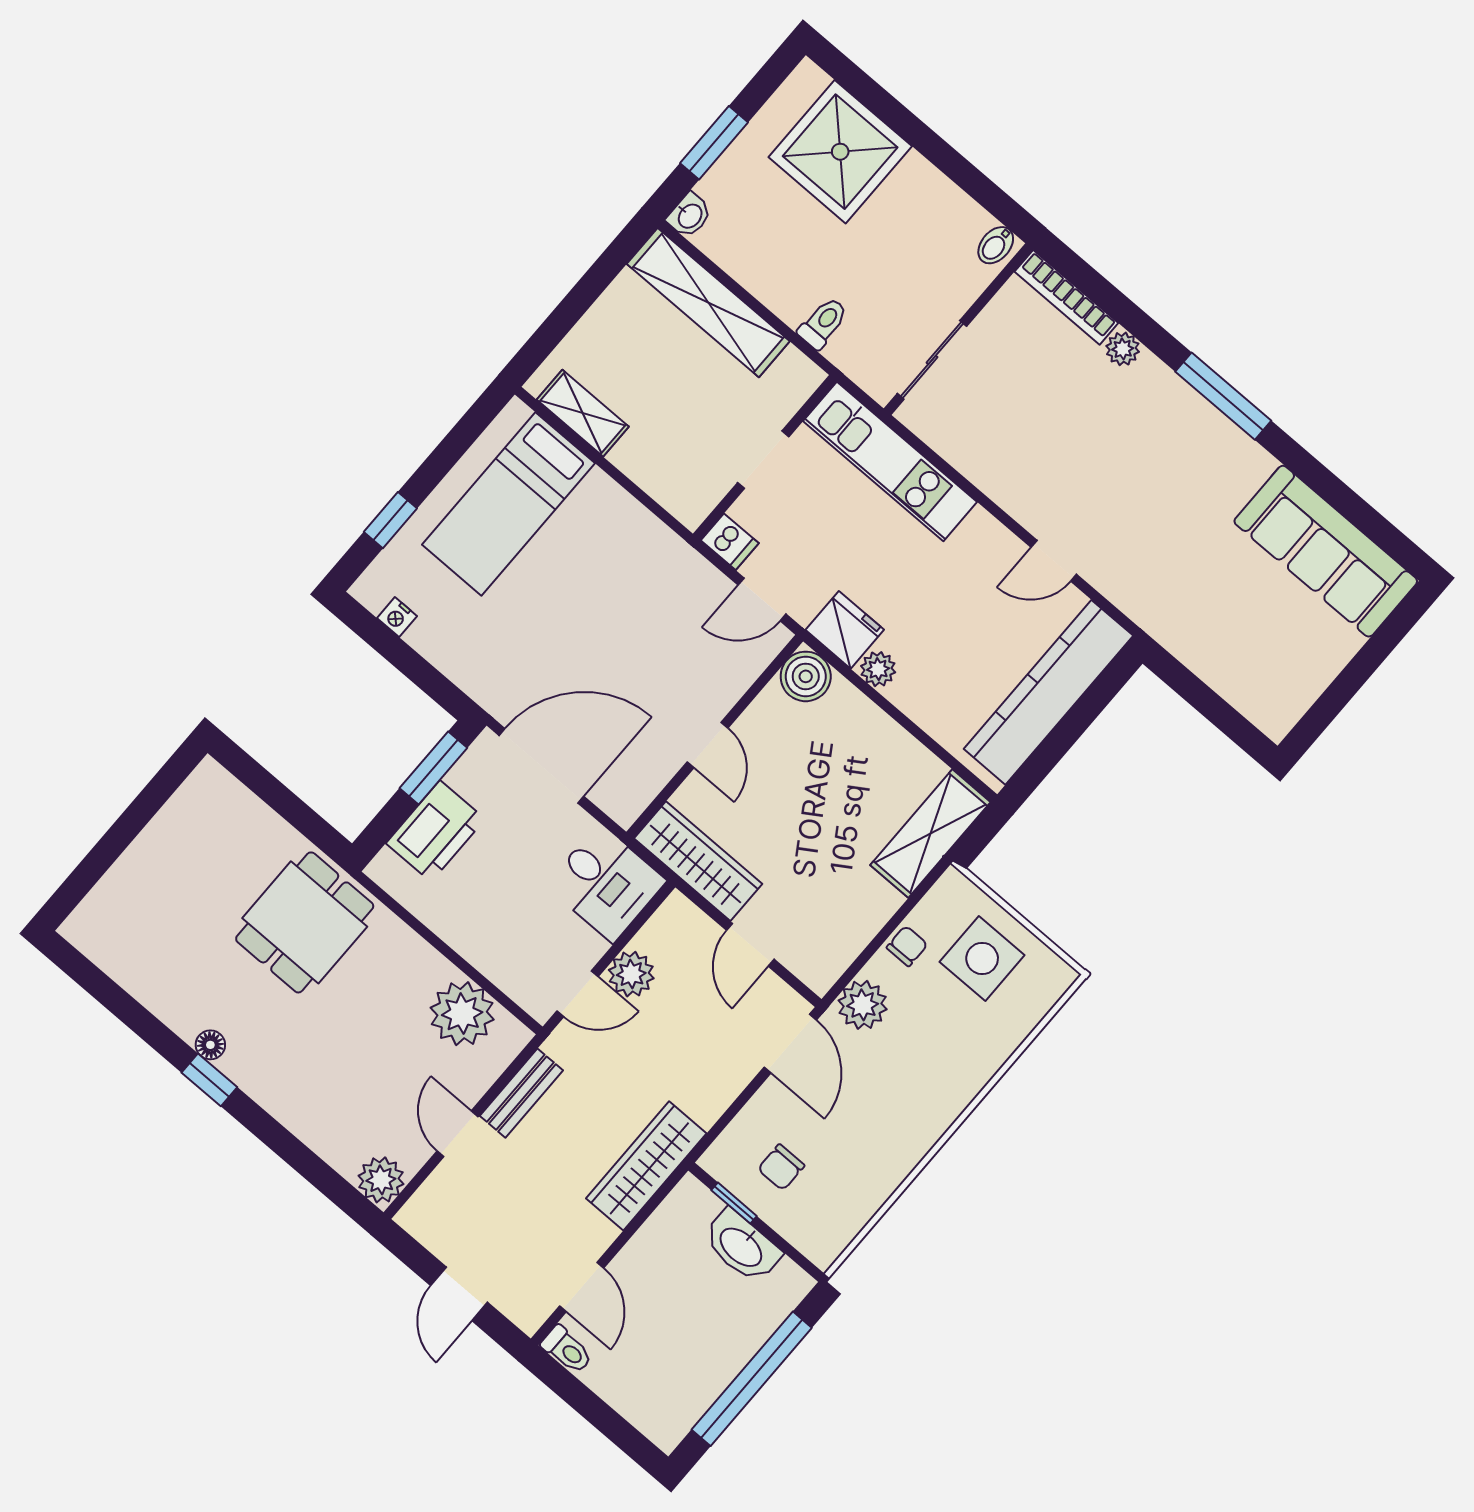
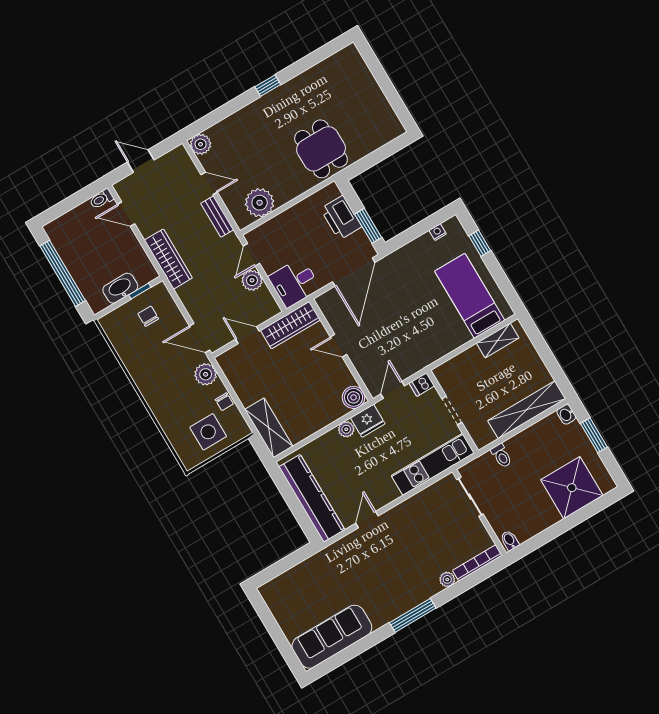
floor lamp: (210, 1045) -> (283, 91), removed

